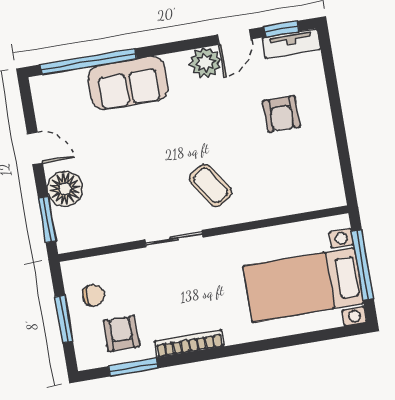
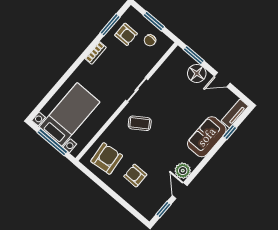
tv unit: (291, 44) -> (235, 113), moved
window: (89, 62) -> (230, 132), width x0.32
armchair: (303, 174) -> (107, 158), added
bookcase: (189, 344) -> (96, 53), width x0.64

